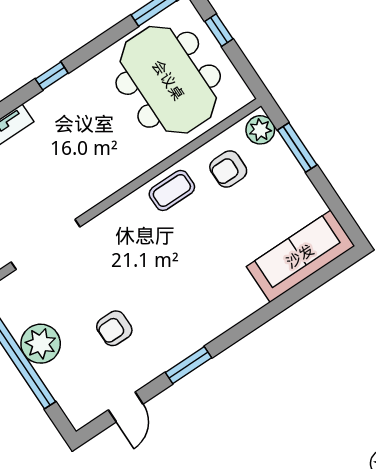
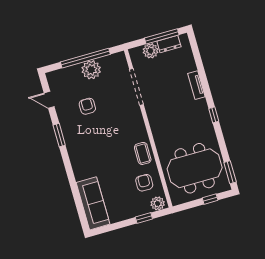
window: (297, 148) -> (144, 218), width x0.67

